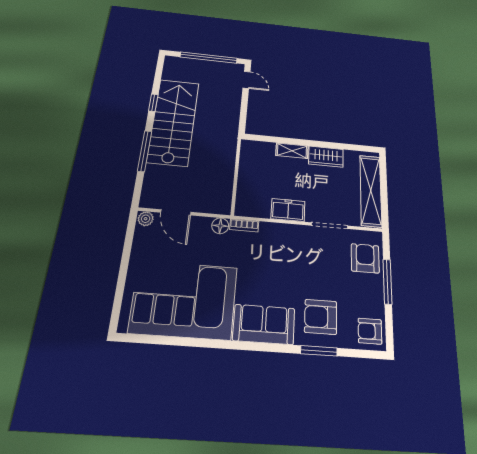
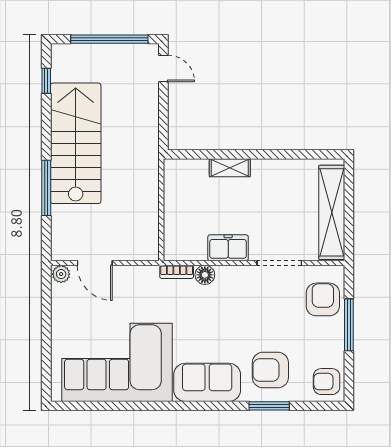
window: (153, 103) -> (46, 81), moved
wardrobe: (326, 157) -> (274, 171), removed
floor lamp: (220, 226) -> (205, 275), moved

